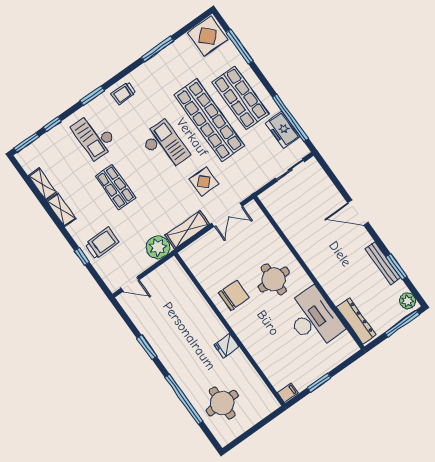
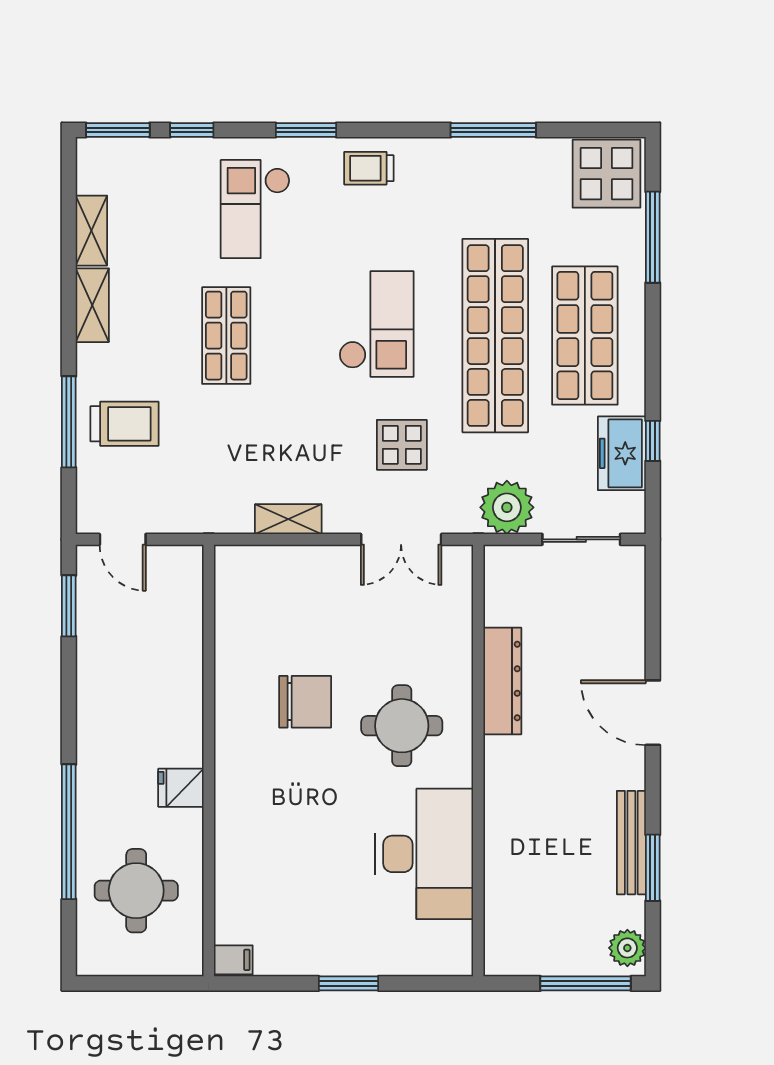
window: (290, 118) -> (653, 441), width x0.32
shelving: (187, 230) -> (288, 519), width x0.67, depth x0.75
plant: (158, 247) -> (507, 507), moved
window: (82, 256) -> (69, 422), width x2.17
dresser: (356, 321) -> (502, 681), moved
wall: (229, 329) -> (209, 761), moved
fridge: (227, 346) -> (181, 788), moved
window: (147, 347) -> (69, 606), moved
filing cabinet: (288, 393) -> (233, 960), moved

